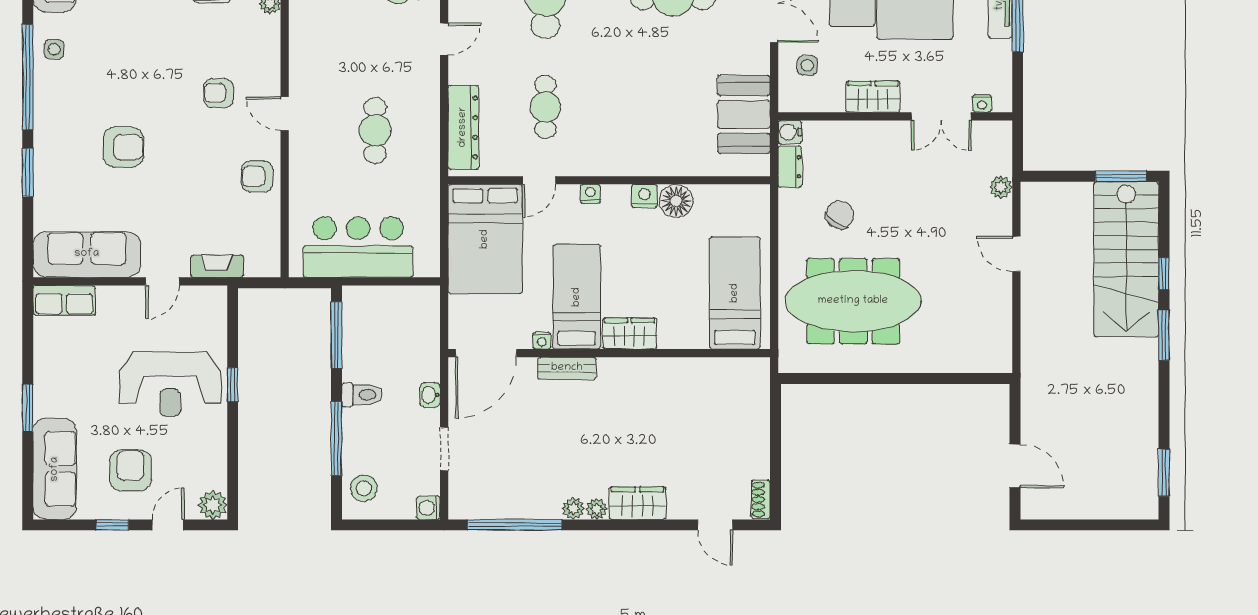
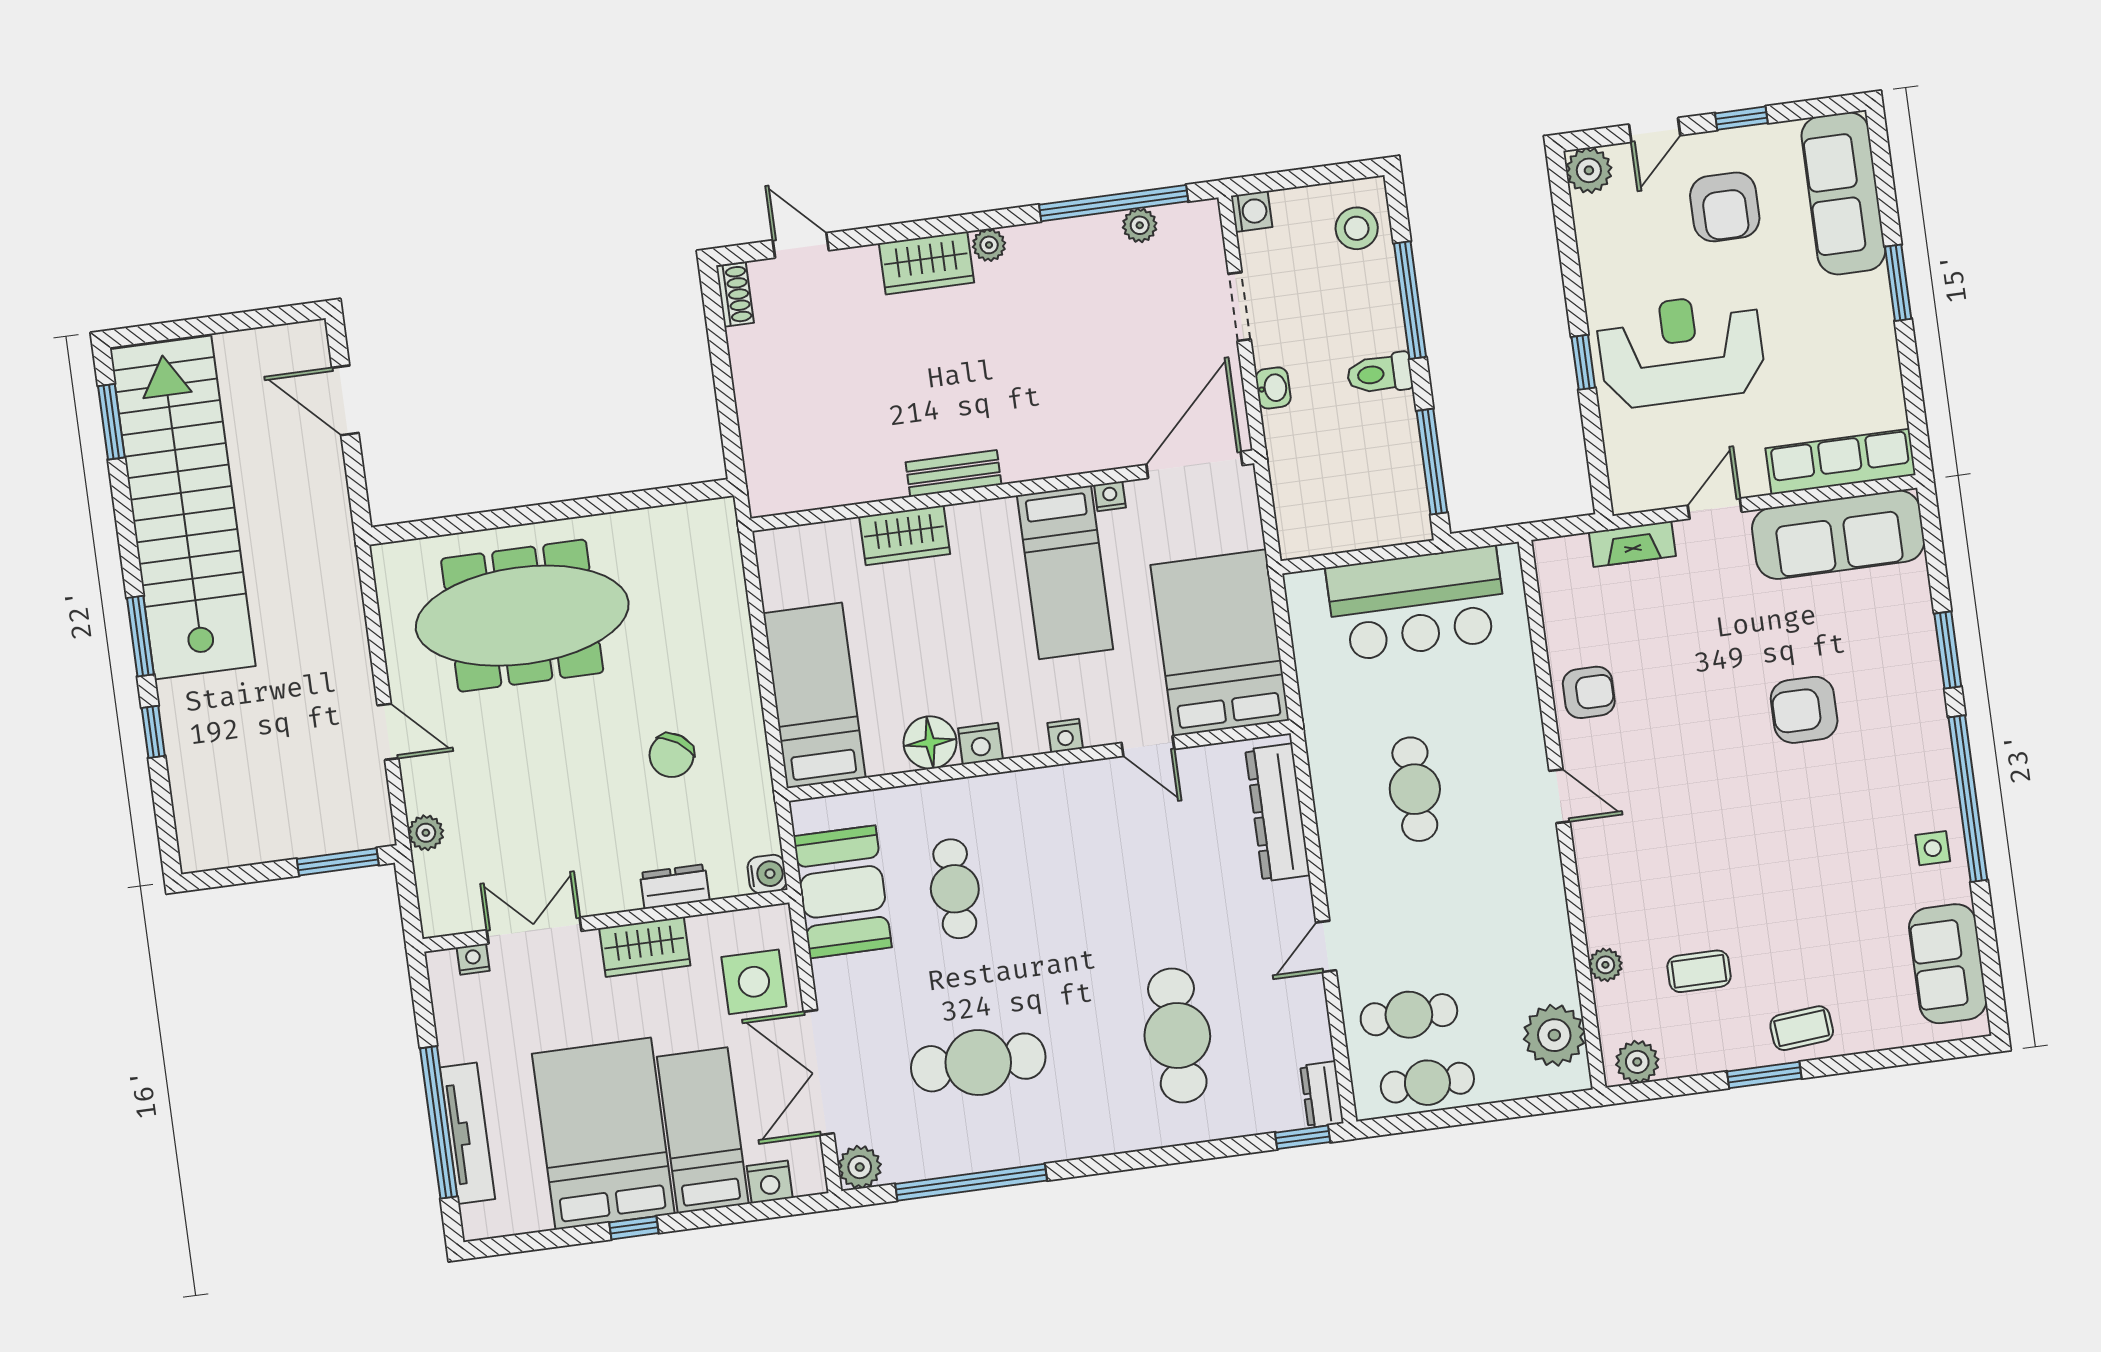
side table: (807, 65) -> (754, 982), width x1.87, depth x1.87
armchair: (219, 93) -> (1667, 814), removed
cafe table: (545, 107) -> (955, 889), moved
dresser: (790, 167) -> (675, 887), moved, turned 90
window: (1121, 176) -> (338, 862), moved
door: (539, 180) -> (1148, 746), swing flipped
stairs: (1126, 259) -> (183, 508), moved, width x1.36
bed: (735, 293) -> (814, 695), moved, turned 180
row of seats: (64, 300) -> (1840, 462), width x1.48
meeting table: (853, 301) -> (522, 616), moved
wardrobe: (630, 334) -> (905, 535), moved
bench: (567, 368) -> (954, 473), moved
plant: (573, 509) -> (1140, 225), moved

